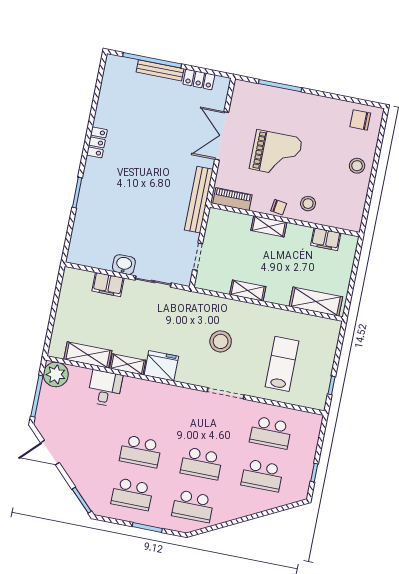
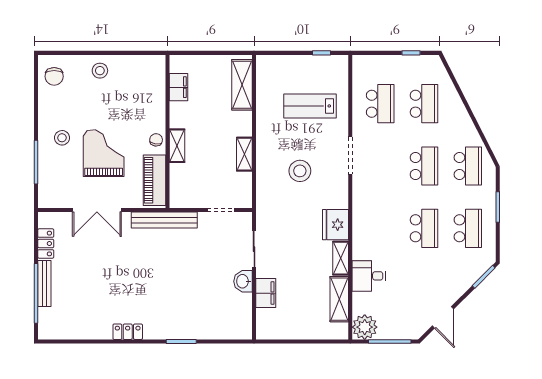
piano: (232, 199) -> (154, 180), width x1.37, depth x1.33
stool: (308, 204) -> (62, 138), moved

